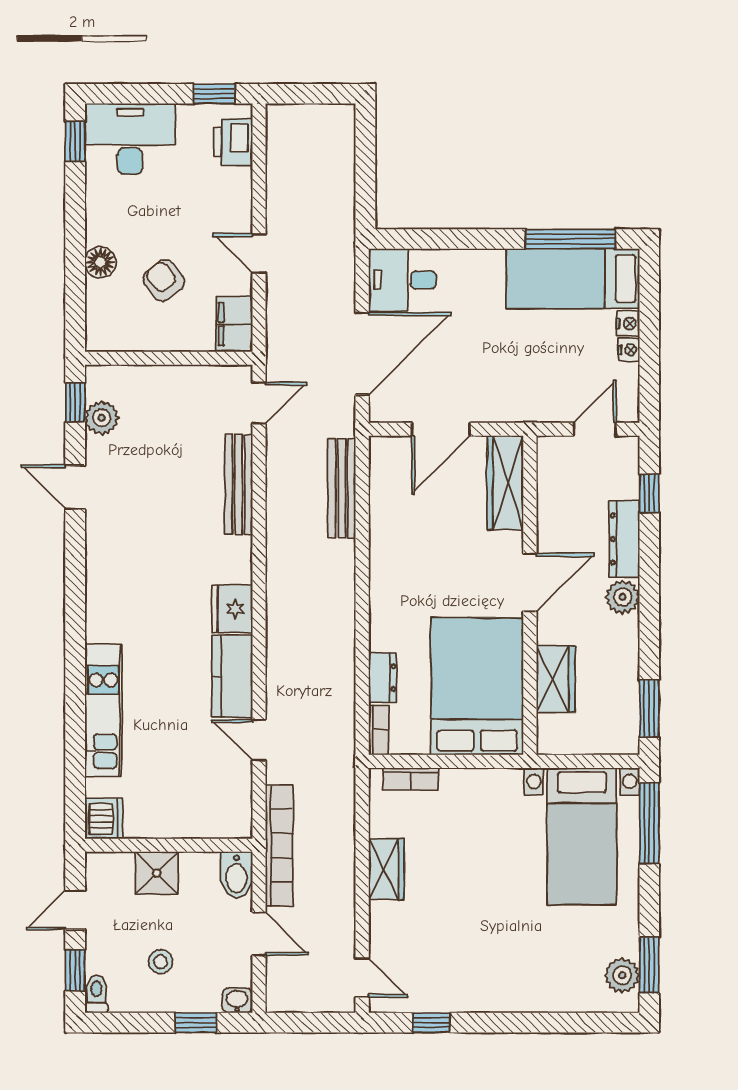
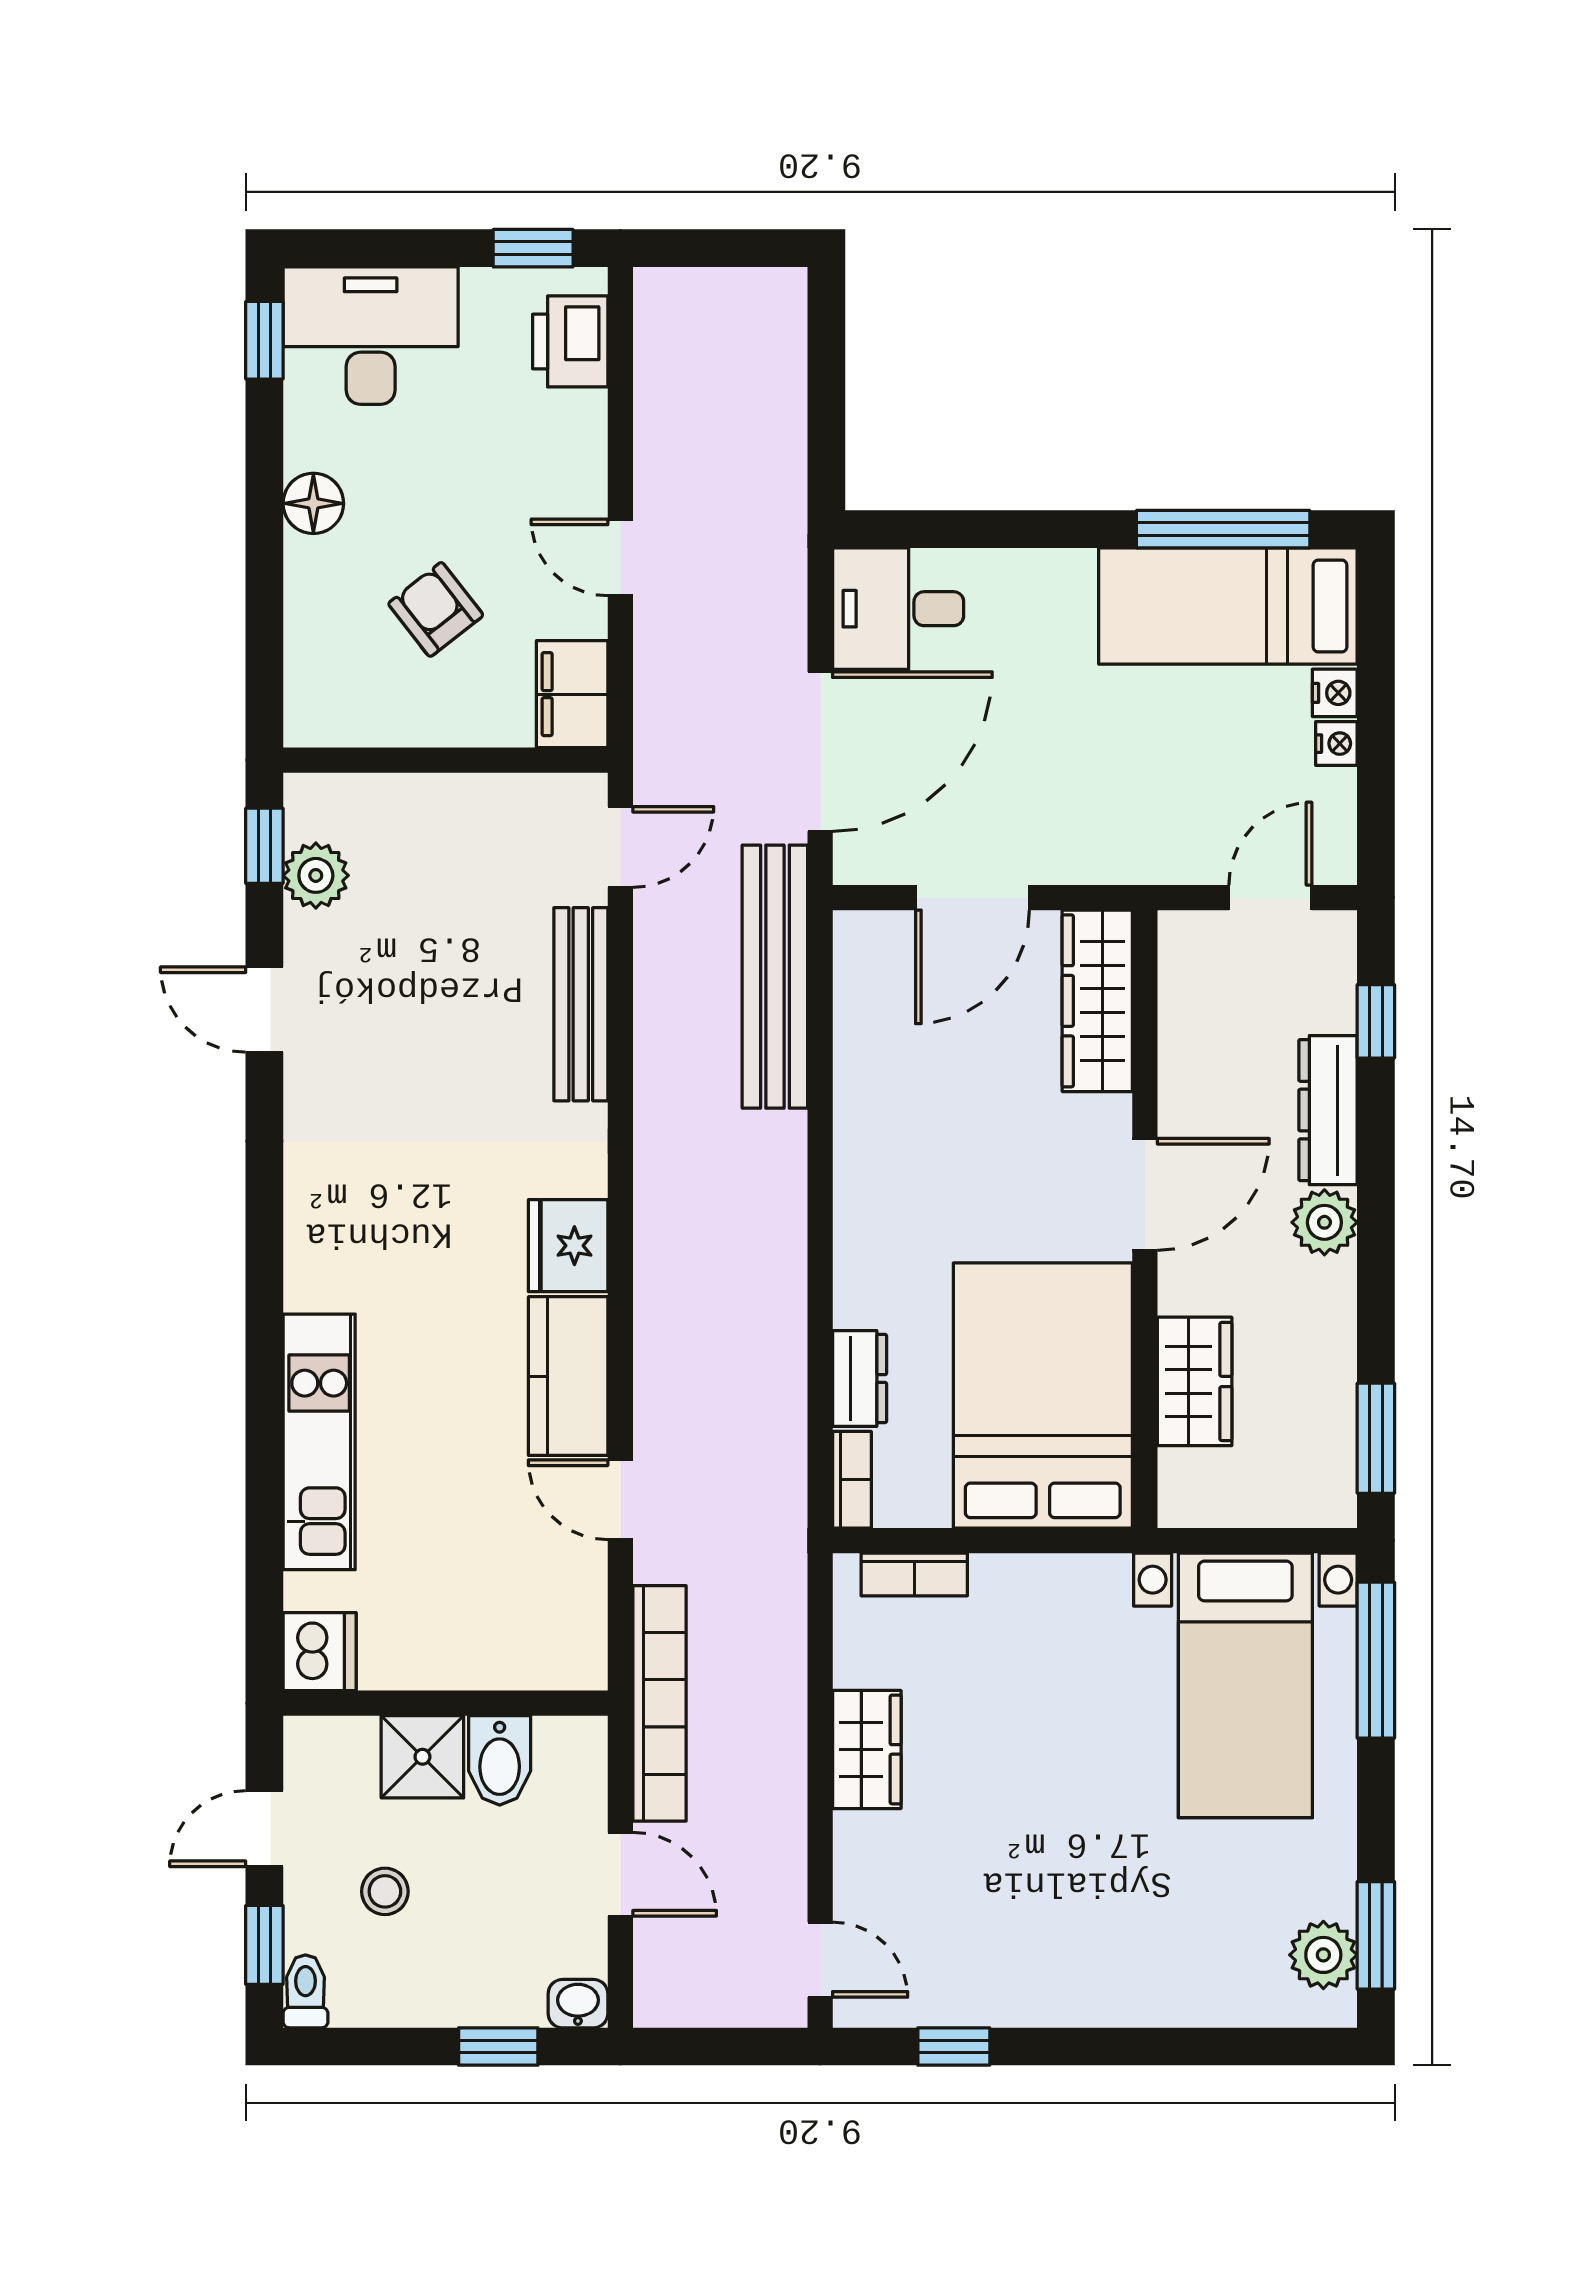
floor lamp: (100, 262) -> (313, 503), moved
bench: (342, 488) -> (775, 977), width x1.37, depth x1.21
bidet: (237, 875) -> (500, 1760), moved
stool: (160, 962) -> (385, 1891), moved

